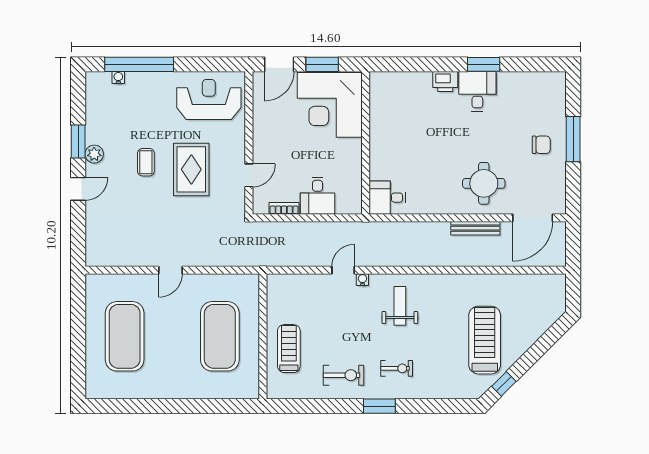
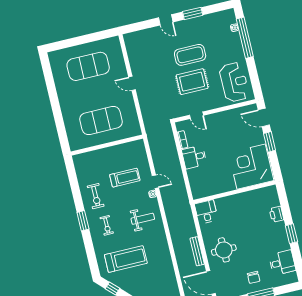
desk: (477, 91) -> (282, 263), moved
corner desk: (330, 105) -> (251, 167), moved
wall: (366, 143) -> (234, 192), moved
plant: (94, 154) -> (188, 24), removed
coffee table: (146, 162) -> (190, 55), width x1.86, depth x1.72
desk: (387, 198) -> (206, 212), moved
treadmill: (485, 340) -> (126, 259), moved
treadmill: (289, 349) -> (125, 178), moved

